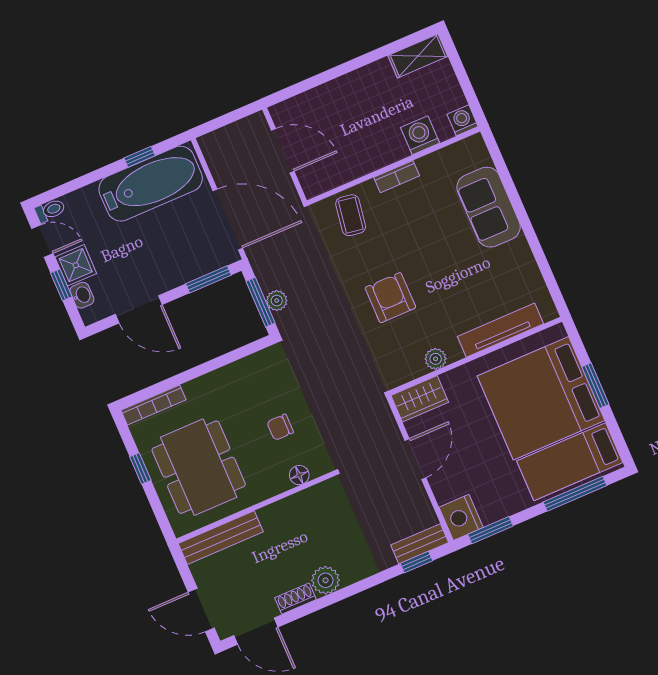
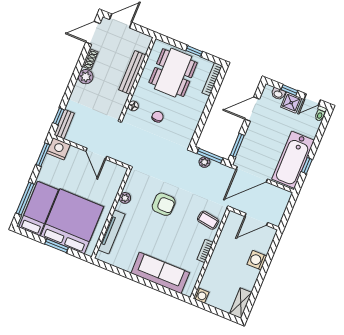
washing machine: (420, 135) -> (257, 260), moved, turned 180
sofa: (489, 207) -> (160, 273), width x1.36
wardrobe: (420, 399) -> (116, 177), removed
dining table: (199, 467) -> (173, 73), turned 90
bench: (221, 538) -> (132, 72), moved

